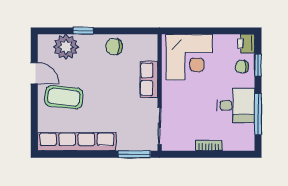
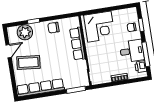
printer: (246, 44) -> (141, 67), moved
door: (34, 73) -> (9, 51), hinge flipped
row of seats: (149, 79) -> (77, 44), width x1.48

